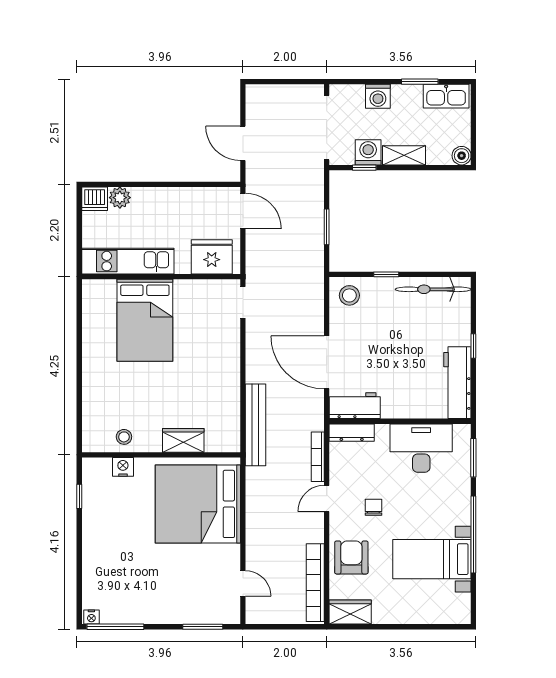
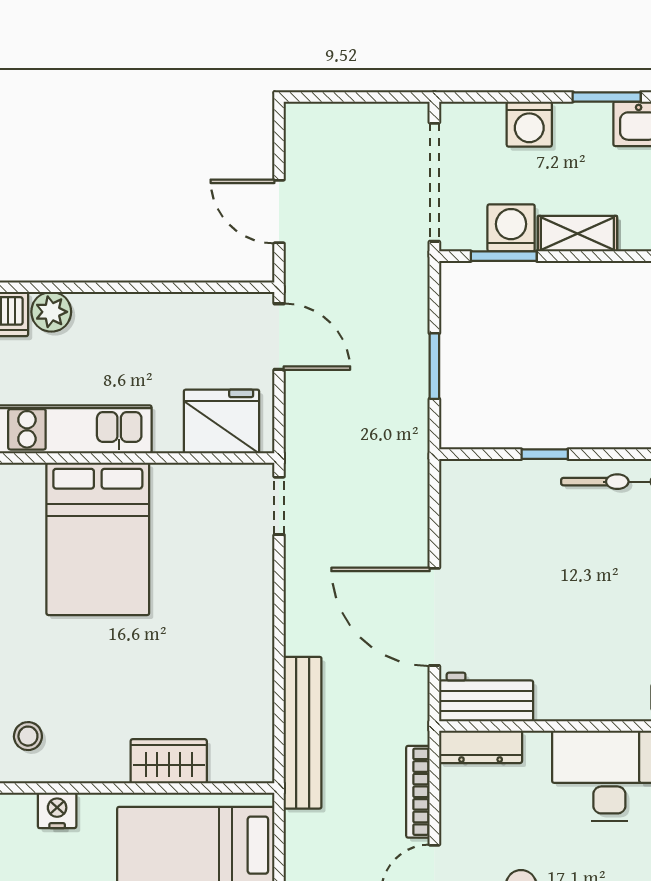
window: (364, 168) -> (504, 256), width x1.50
stool: (349, 295) -> (476, 493), removed
stool: (124, 437) -> (28, 736), moved

